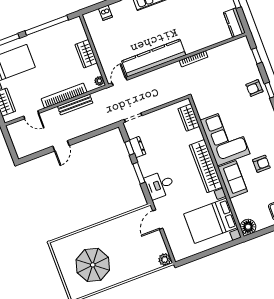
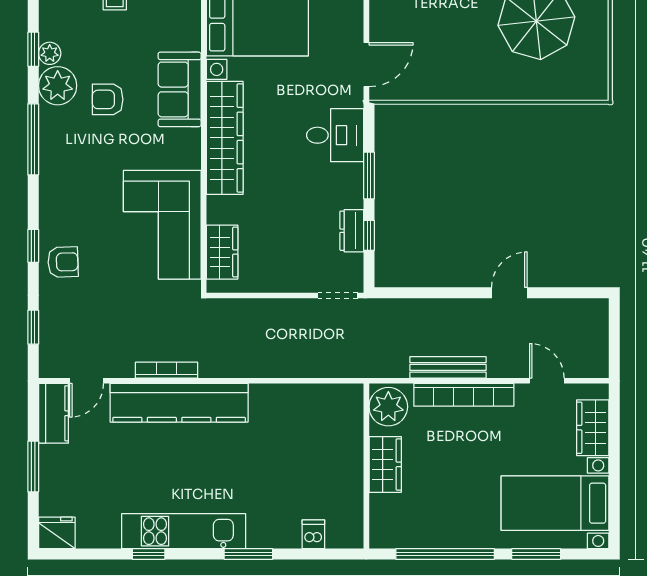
kitchen counter: (154, 58) -> (179, 403), moved
plant: (99, 81) -> (388, 407), width x1.88, depth x1.88
door: (120, 82) -> (87, 381), moved
corner sofa: (225, 137) -> (162, 225), moved

